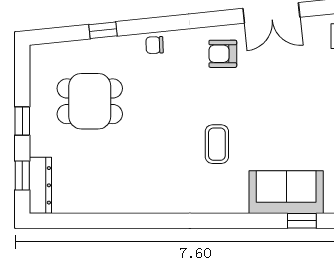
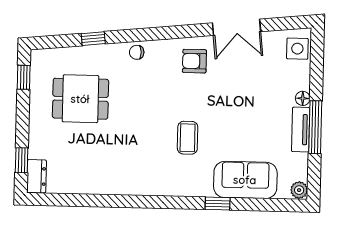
window: (22, 121) -> (24, 77), moved
dresser: (40, 185) -> (37, 176), width x0.70
window: (302, 221) -> (218, 204), moved

